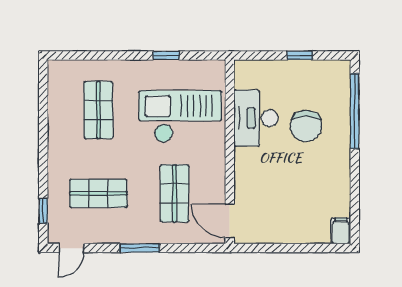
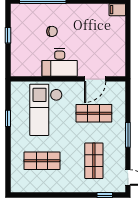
desk: (256, 118) -> (60, 63), moved
chair: (306, 126) -> (52, 31), width x0.54, depth x0.54
door: (230, 221) -> (95, 79), moved

